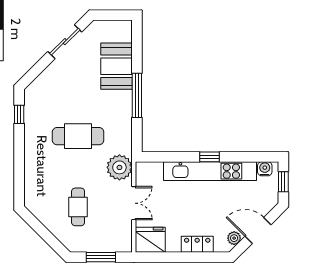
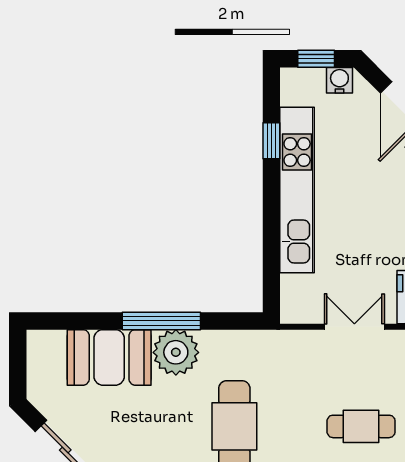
window: (210, 157) -> (271, 141), moved
plant: (119, 167) -> (176, 352), moved
water cooler: (265, 169) -> (339, 80), moved, turned 90

